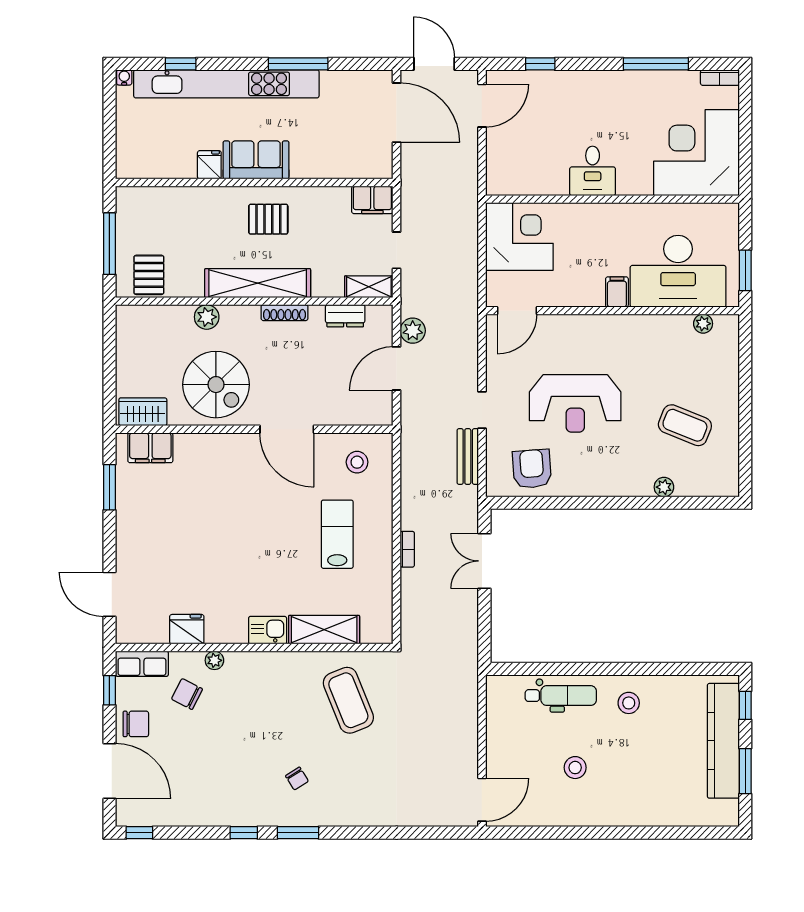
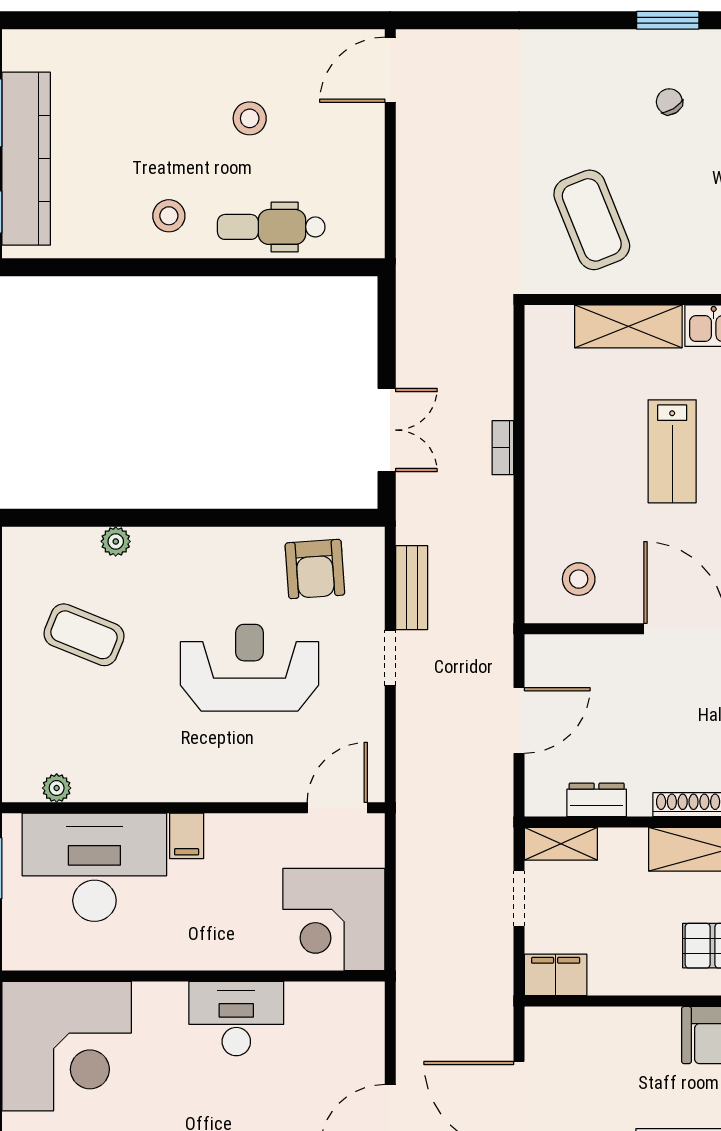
desk: (593, 171) -> (236, 1019), width x1.37
plant: (413, 331) -> (495, 777), removed
lab bench: (337, 534) -> (672, 451), moved

